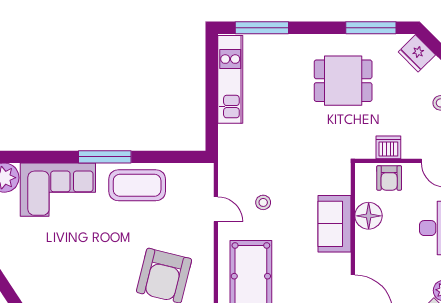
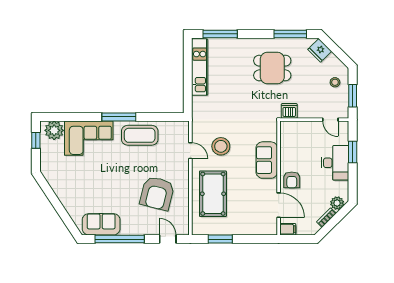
dishwasher: (388, 147) -> (289, 111), moved
armchair: (389, 178) -> (292, 180), moved
stool: (263, 202) -> (221, 146), width x1.89, depth x1.89
floor lamp: (369, 216) -> (289, 155), removed

